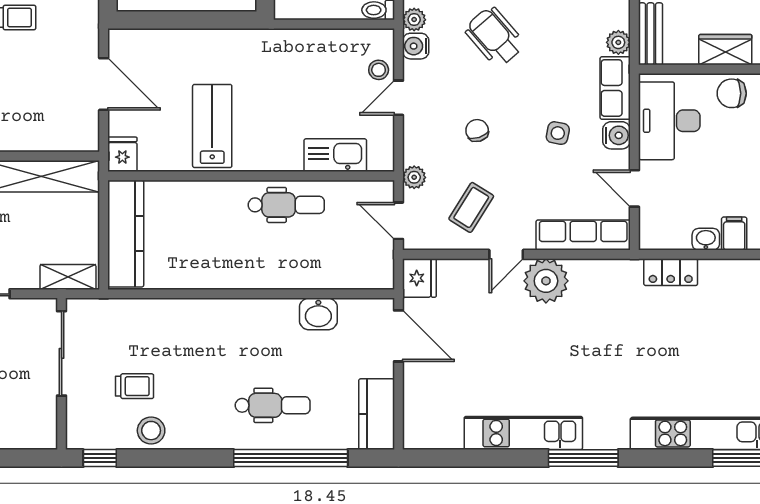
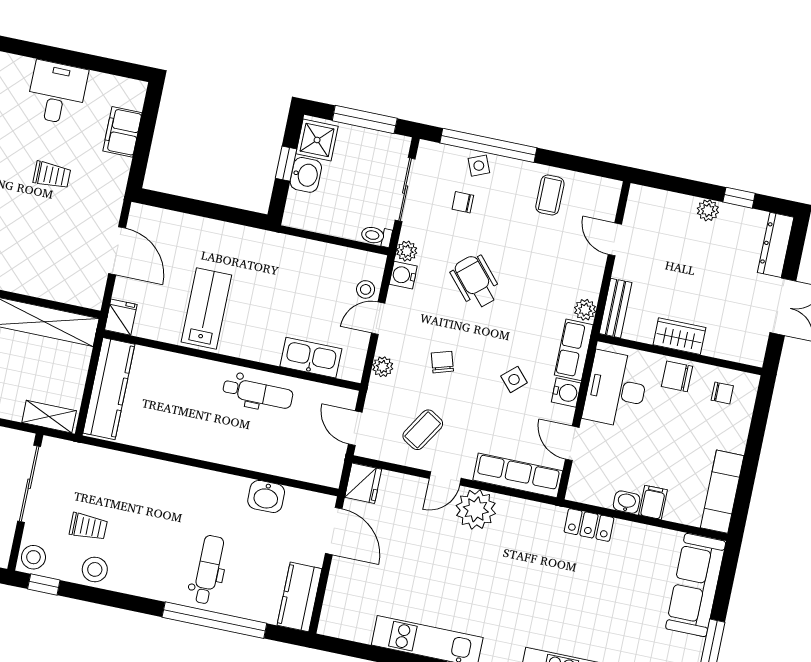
side table: (558, 133) -> (514, 379), turned 37
plant: (414, 177) -> (383, 367), moved
dental chair: (273, 405) -> (208, 570), turned -90
stool: (83, 431) -> (33, 557), added

